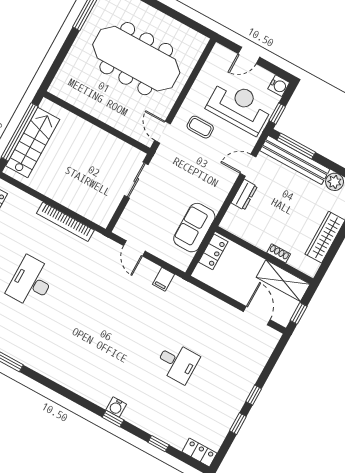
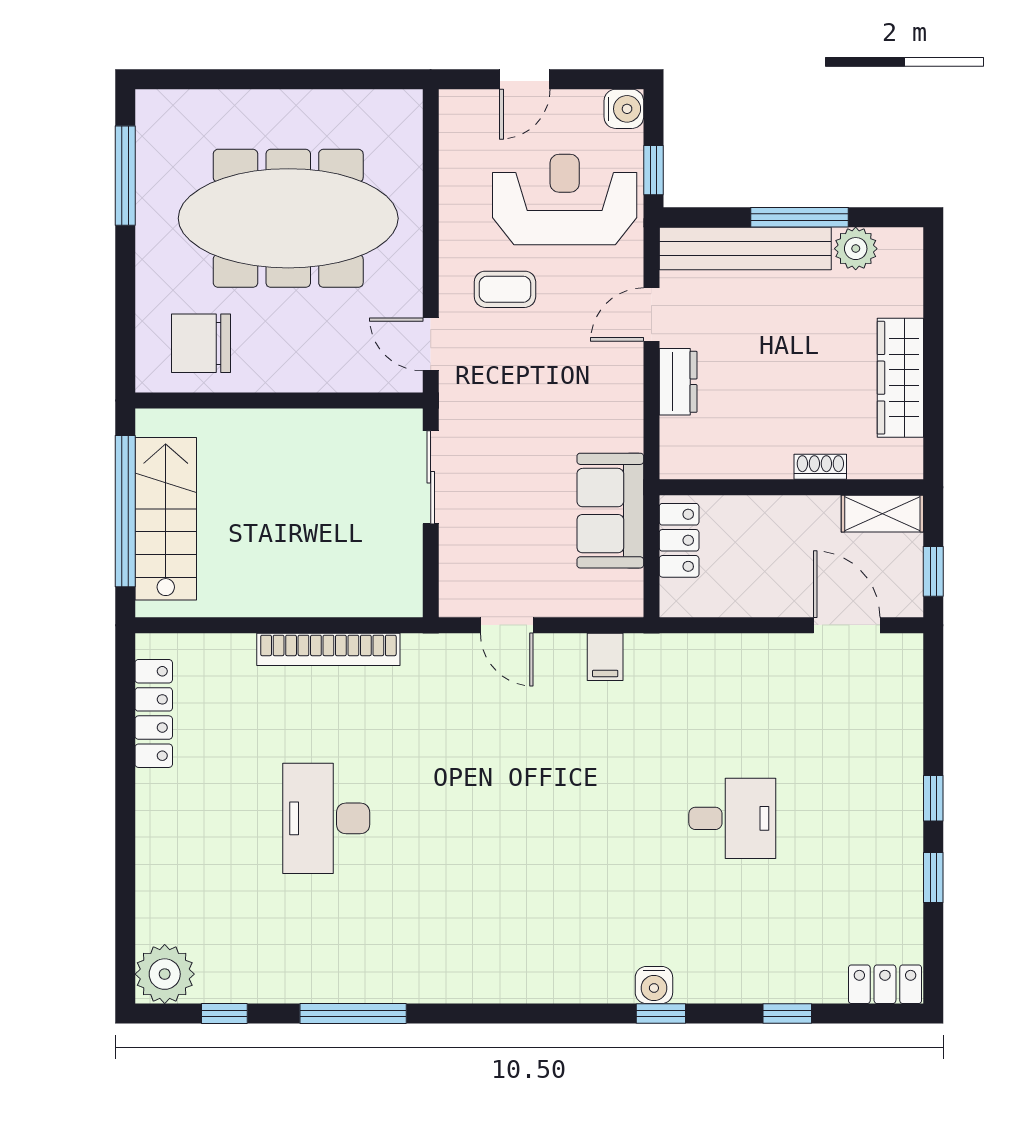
chair: (80, 86) -> (201, 343), added
window: (296, 146) -> (800, 217), moved
shelving: (283, 281) -> (882, 514), width x0.67, depth x0.75

